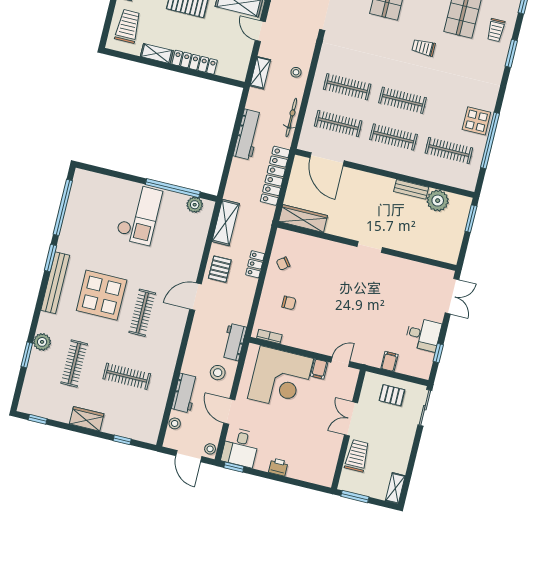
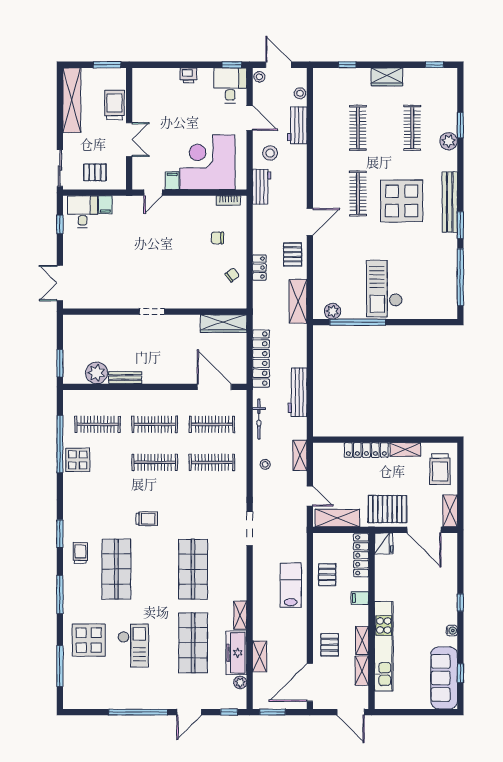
desk: (423, 334) -> (83, 212), moved, turned 90
clothes rail: (127, 376) -> (358, 128), turned 90
trolley: (357, 456) -> (114, 105), turned 180
shelving: (395, 488) -> (72, 100), width x2.20, depth x1.33

